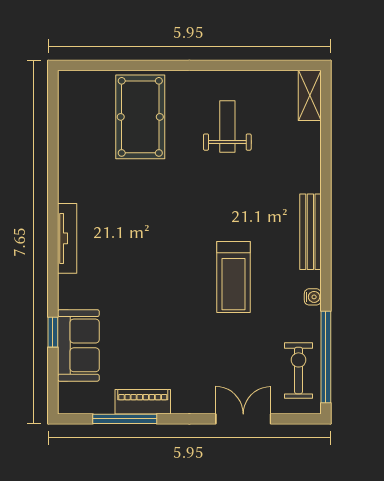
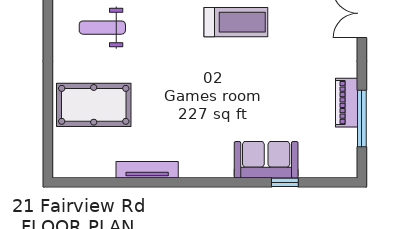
tv unit: (67, 238) -> (147, 170), moved
sofa: (78, 345) -> (266, 160), moved

